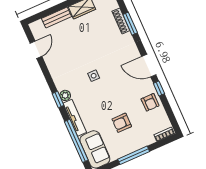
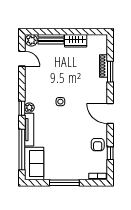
plant: (37, 27) -> (31, 40), added
door: (36, 50) -> (22, 59), hinge flipped
window: (159, 89) -> (110, 153), moved
armchair: (122, 123) -> (67, 151), removed

